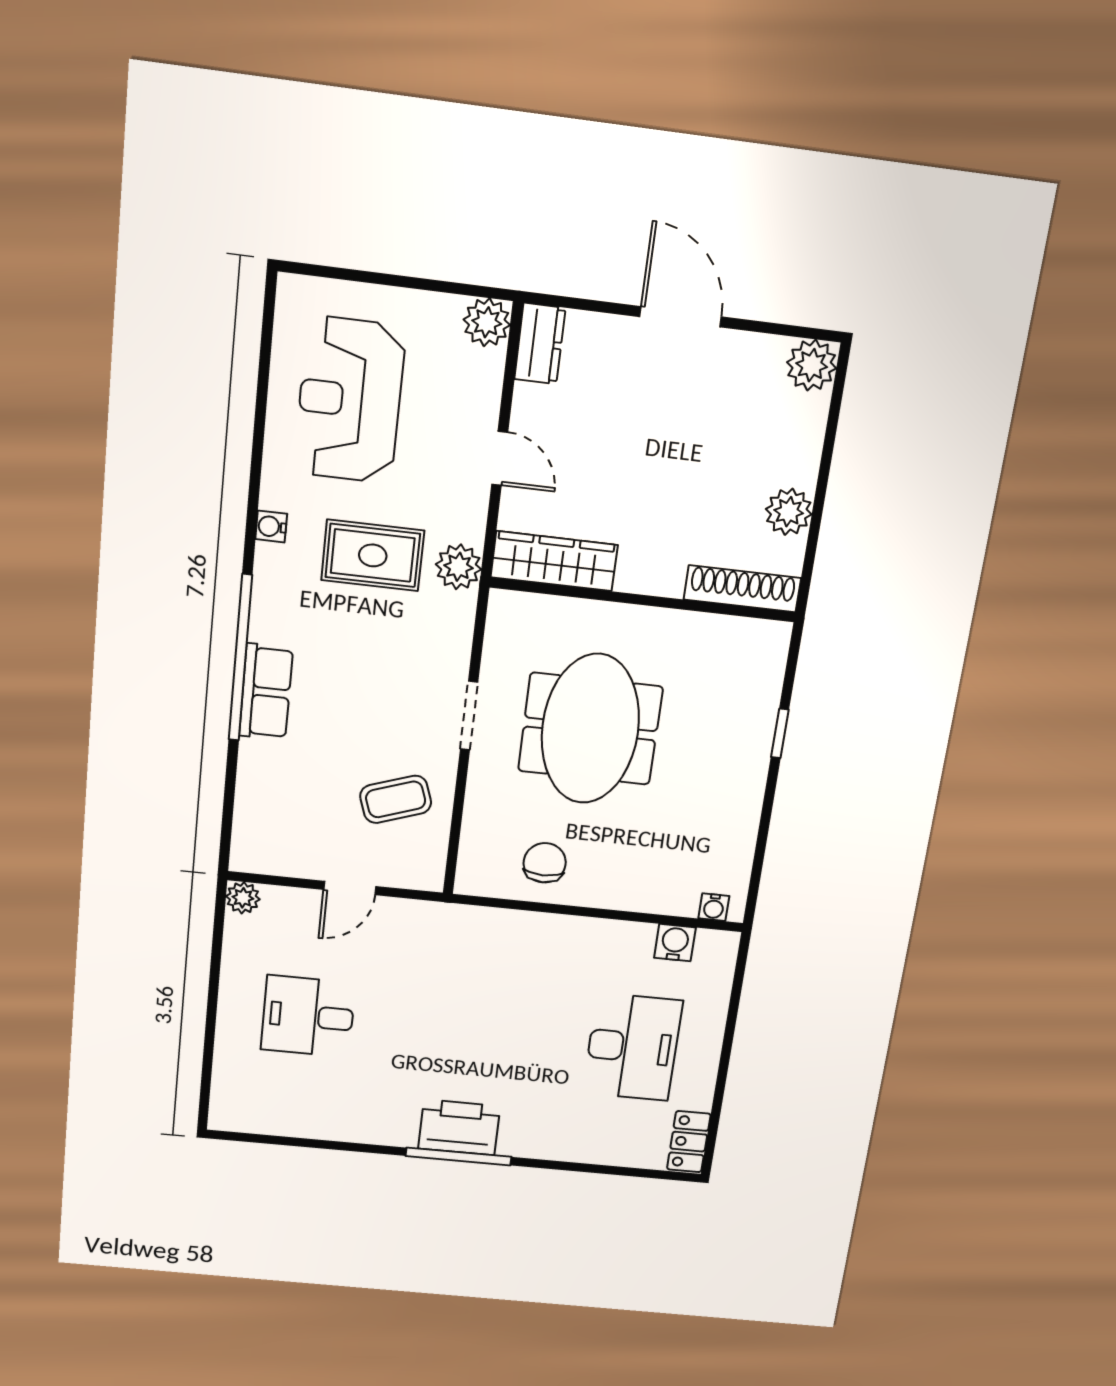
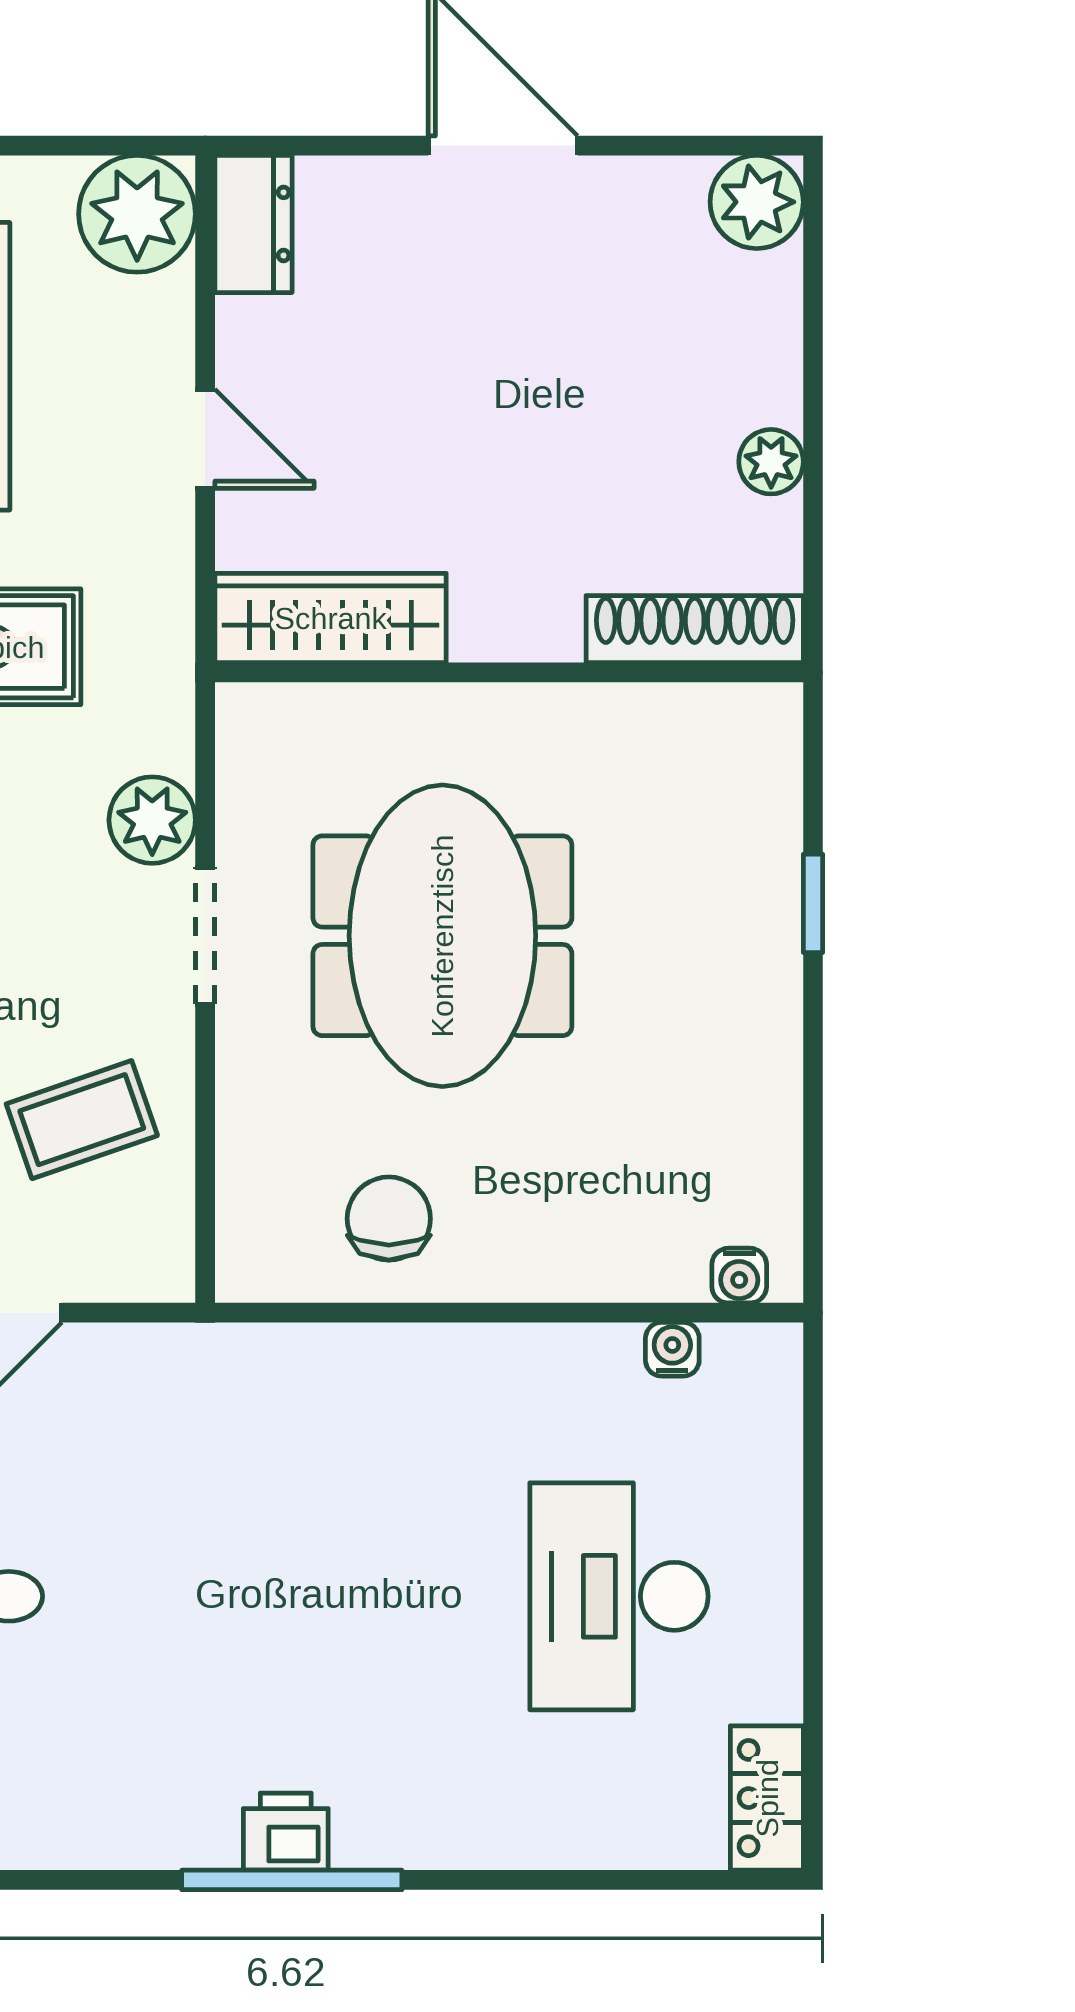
plant: (487, 322) -> (137, 214), width x1.36, depth x1.36
plant: (789, 512) -> (771, 462), width x0.73, depth x0.73
plant: (459, 567) -> (152, 820), moved
water cooler: (675, 943) -> (672, 1349), width x0.72, depth x0.72
desk: (632, 1047) -> (619, 1596), turned 180
printer: (459, 1127) -> (286, 1832), width x0.53, depth x0.68

